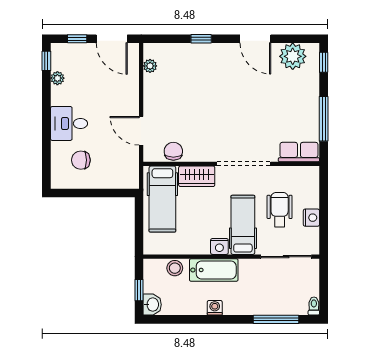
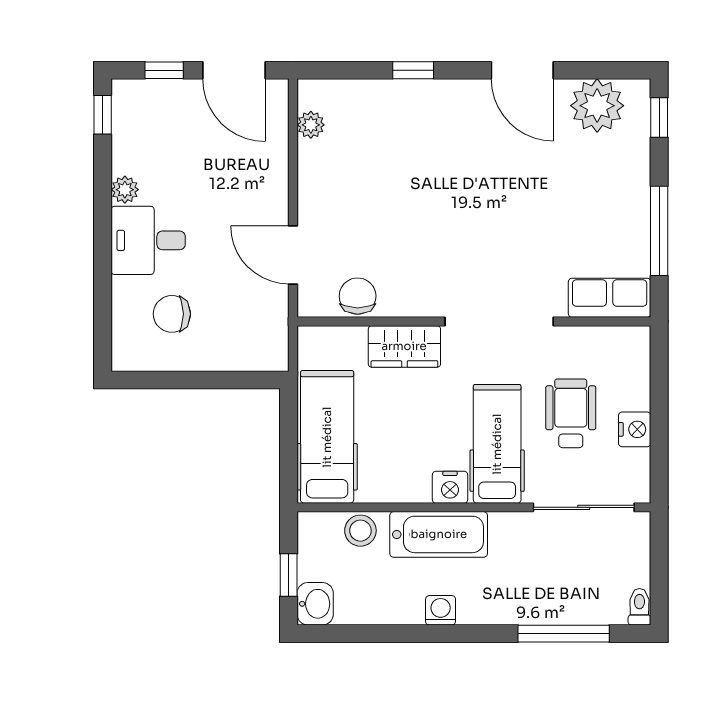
plant: (57, 78) -> (125, 190), moved
hospital bed: (162, 199) -> (327, 437), moved, turned 180

